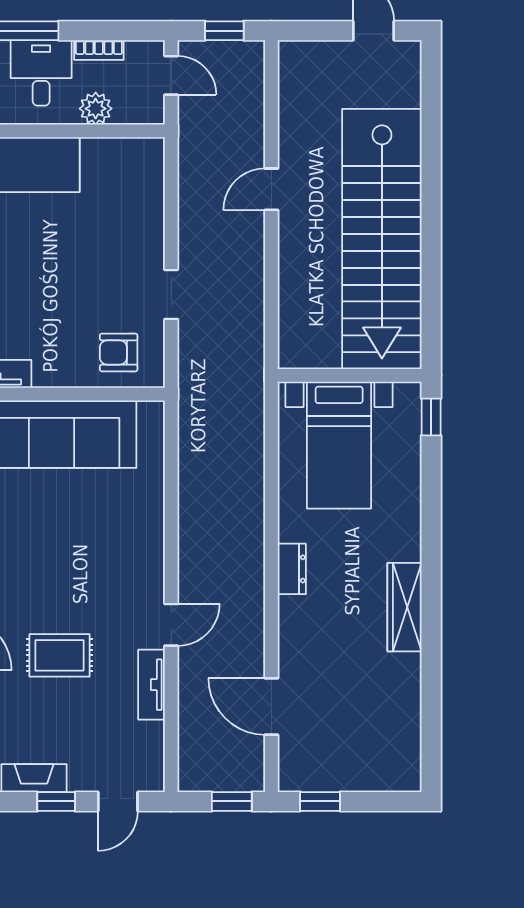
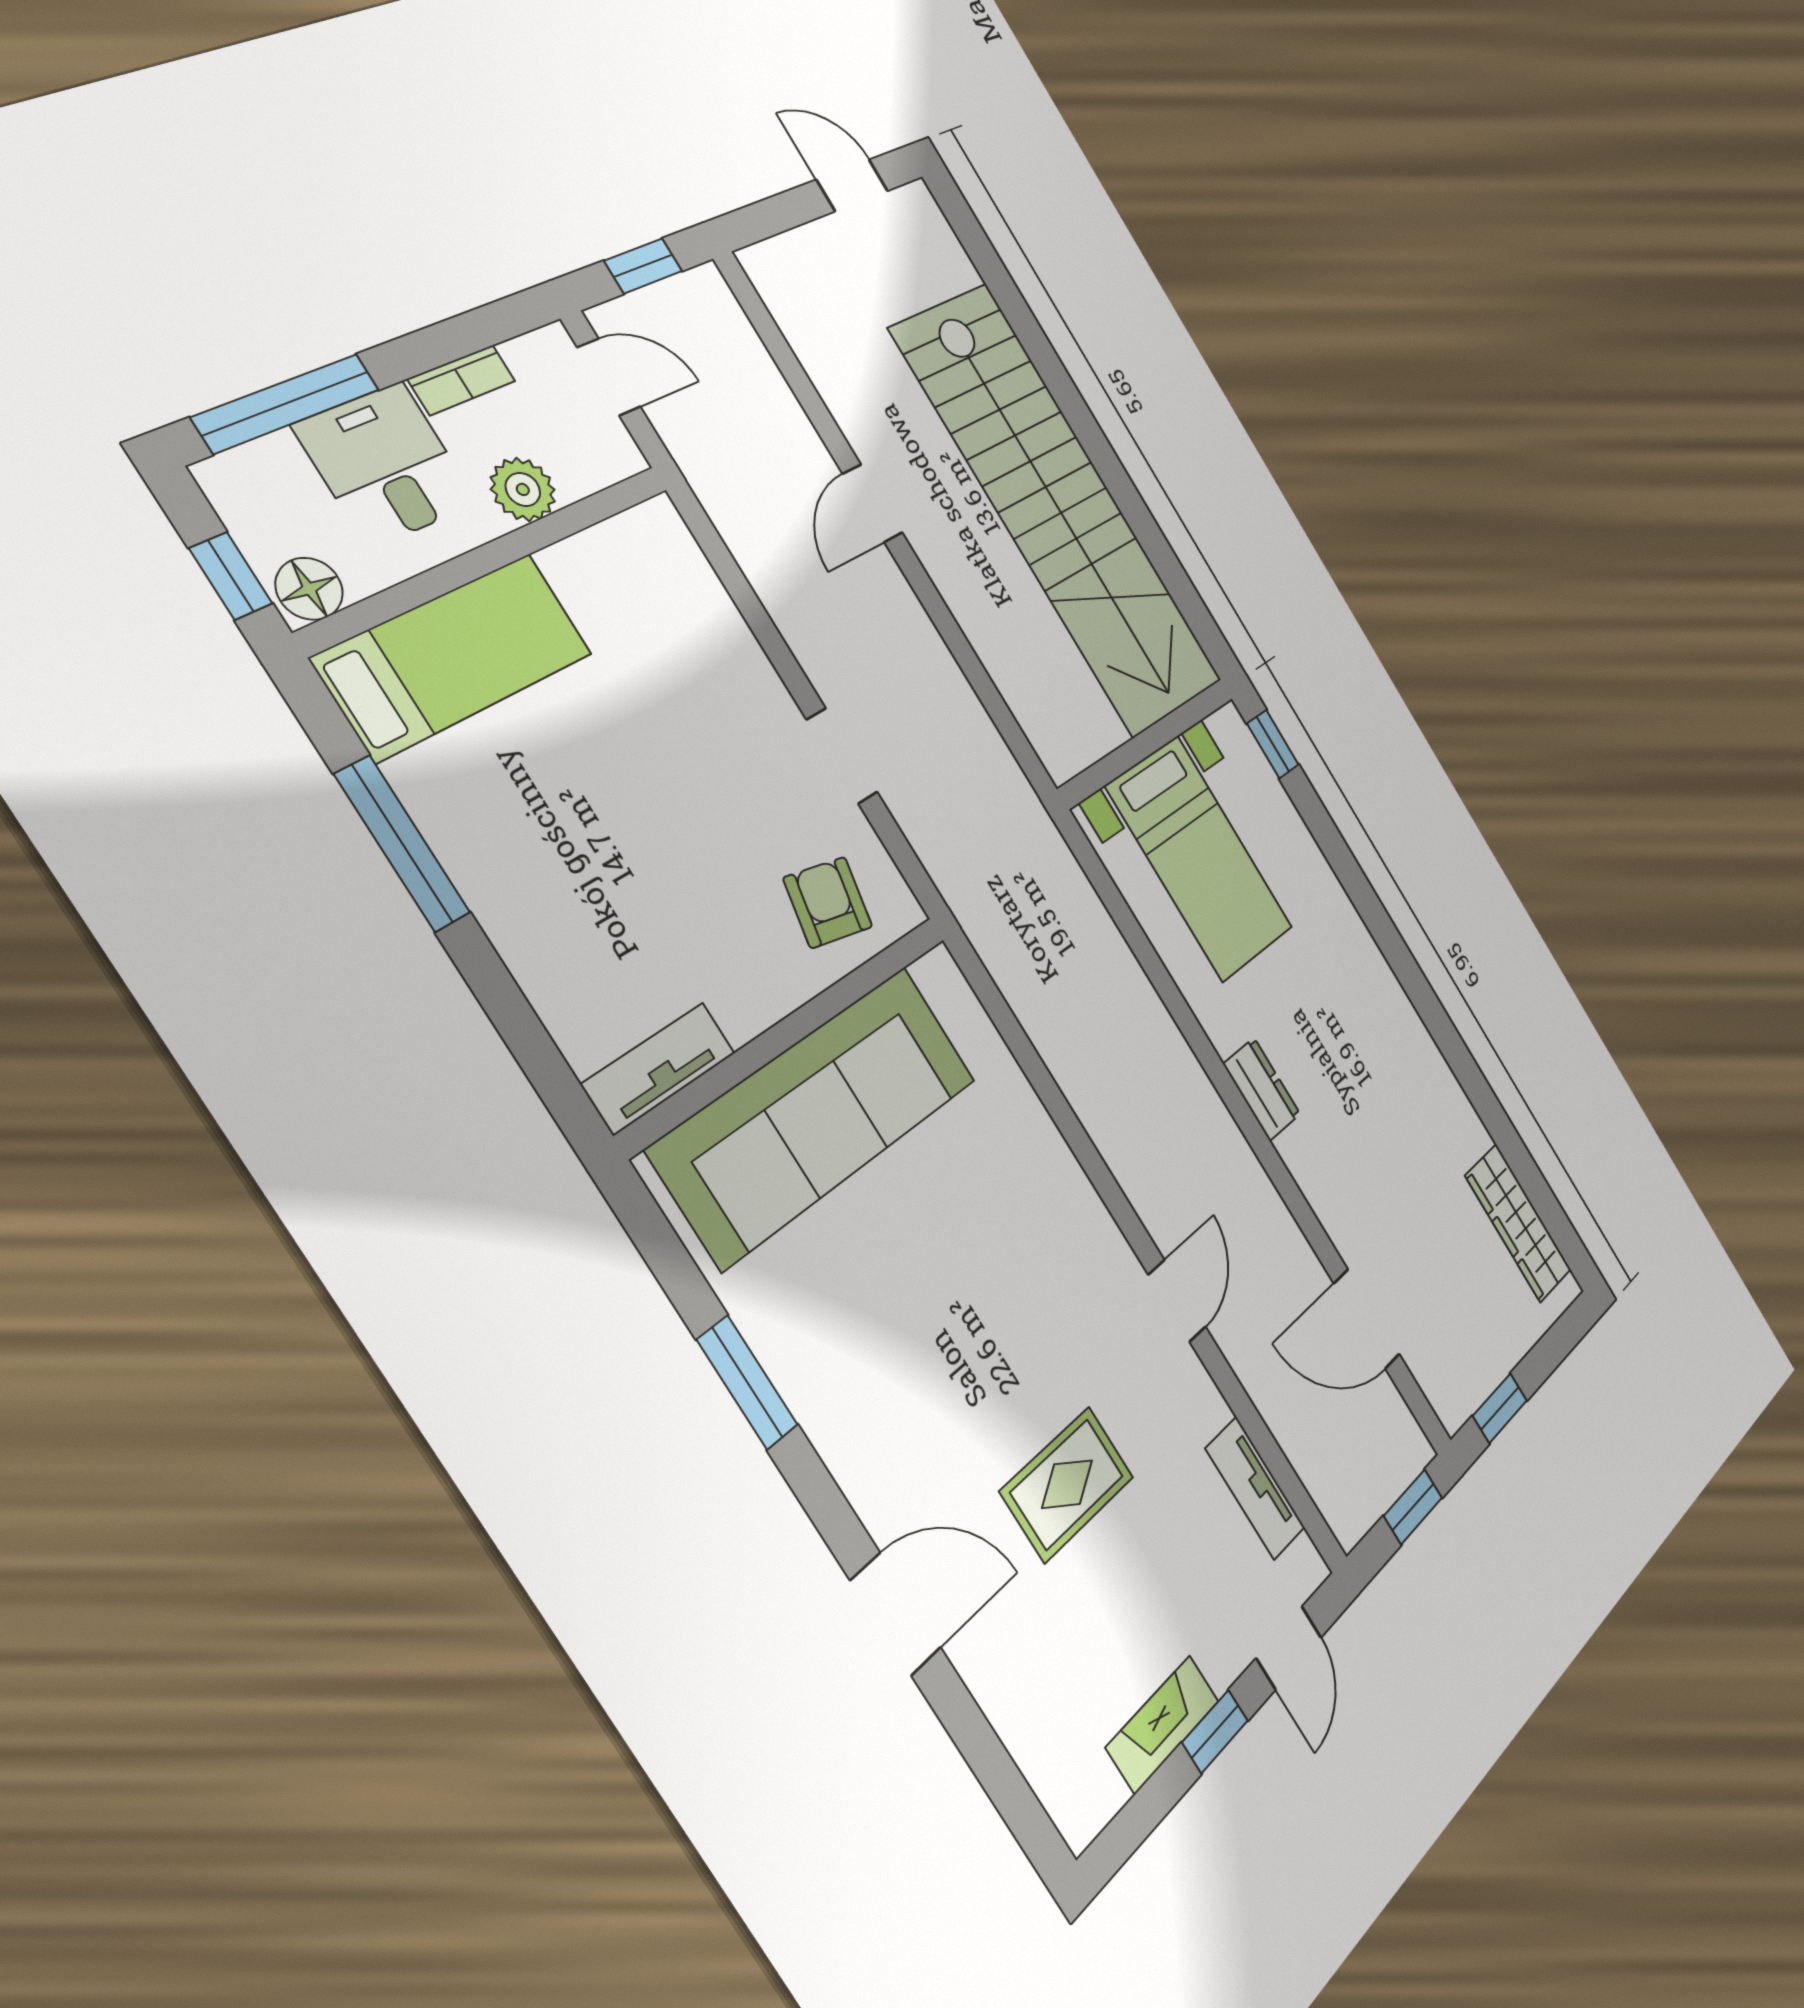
armchair: (119, 352) -> (828, 902), turned 102
wardrobe: (405, 607) -> (1518, 1223), moved
tv unit: (151, 685) -> (1255, 1488), moved

